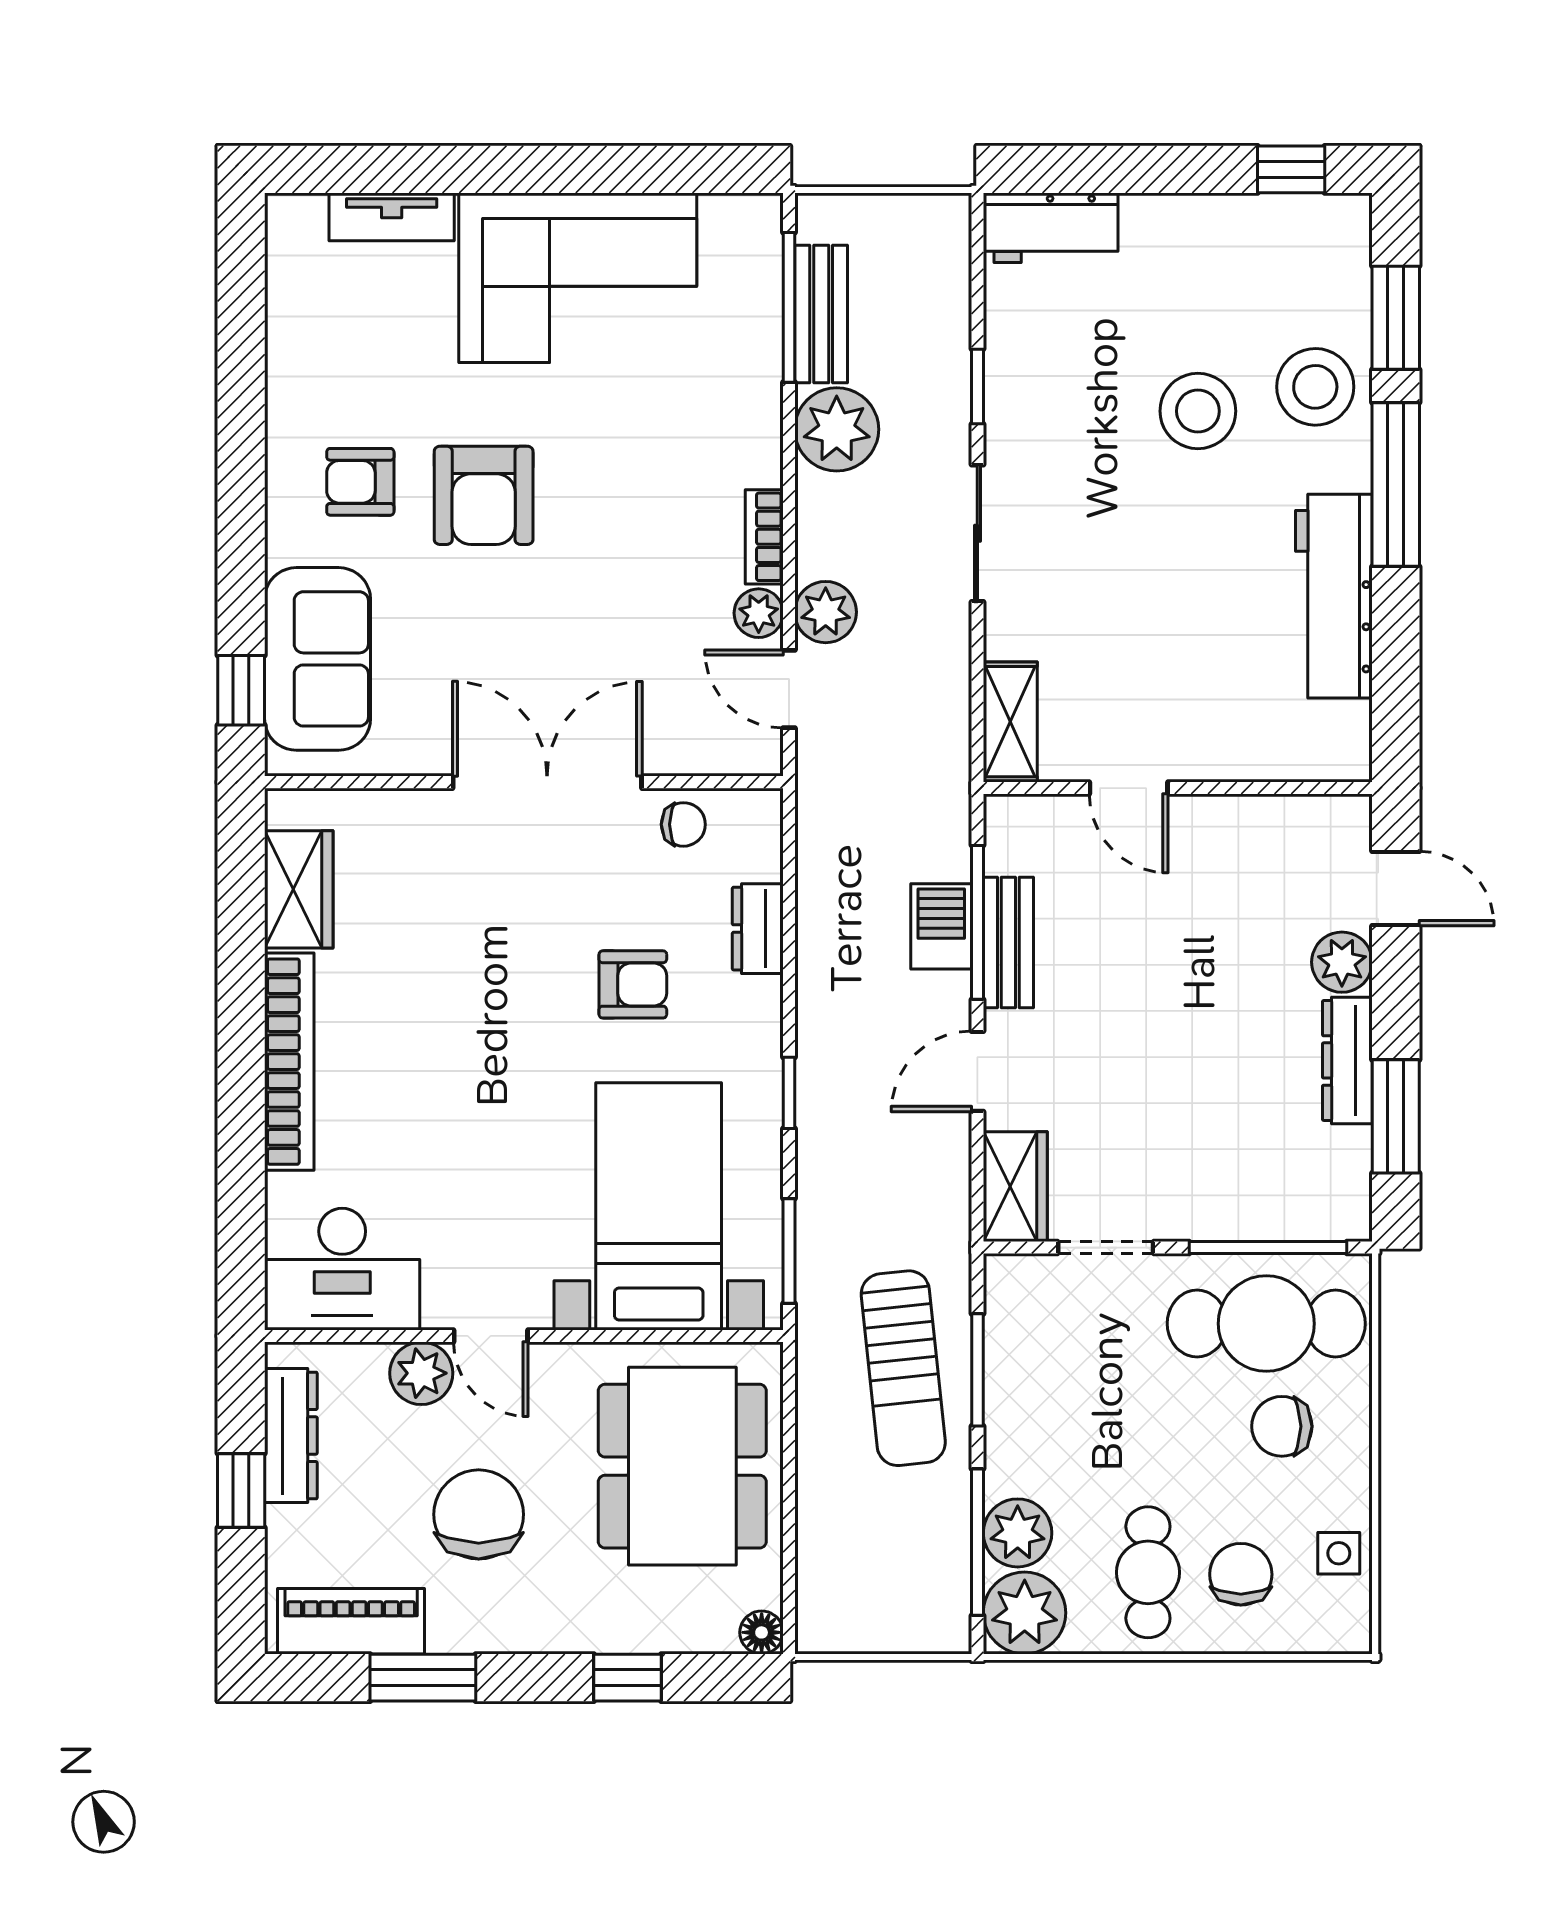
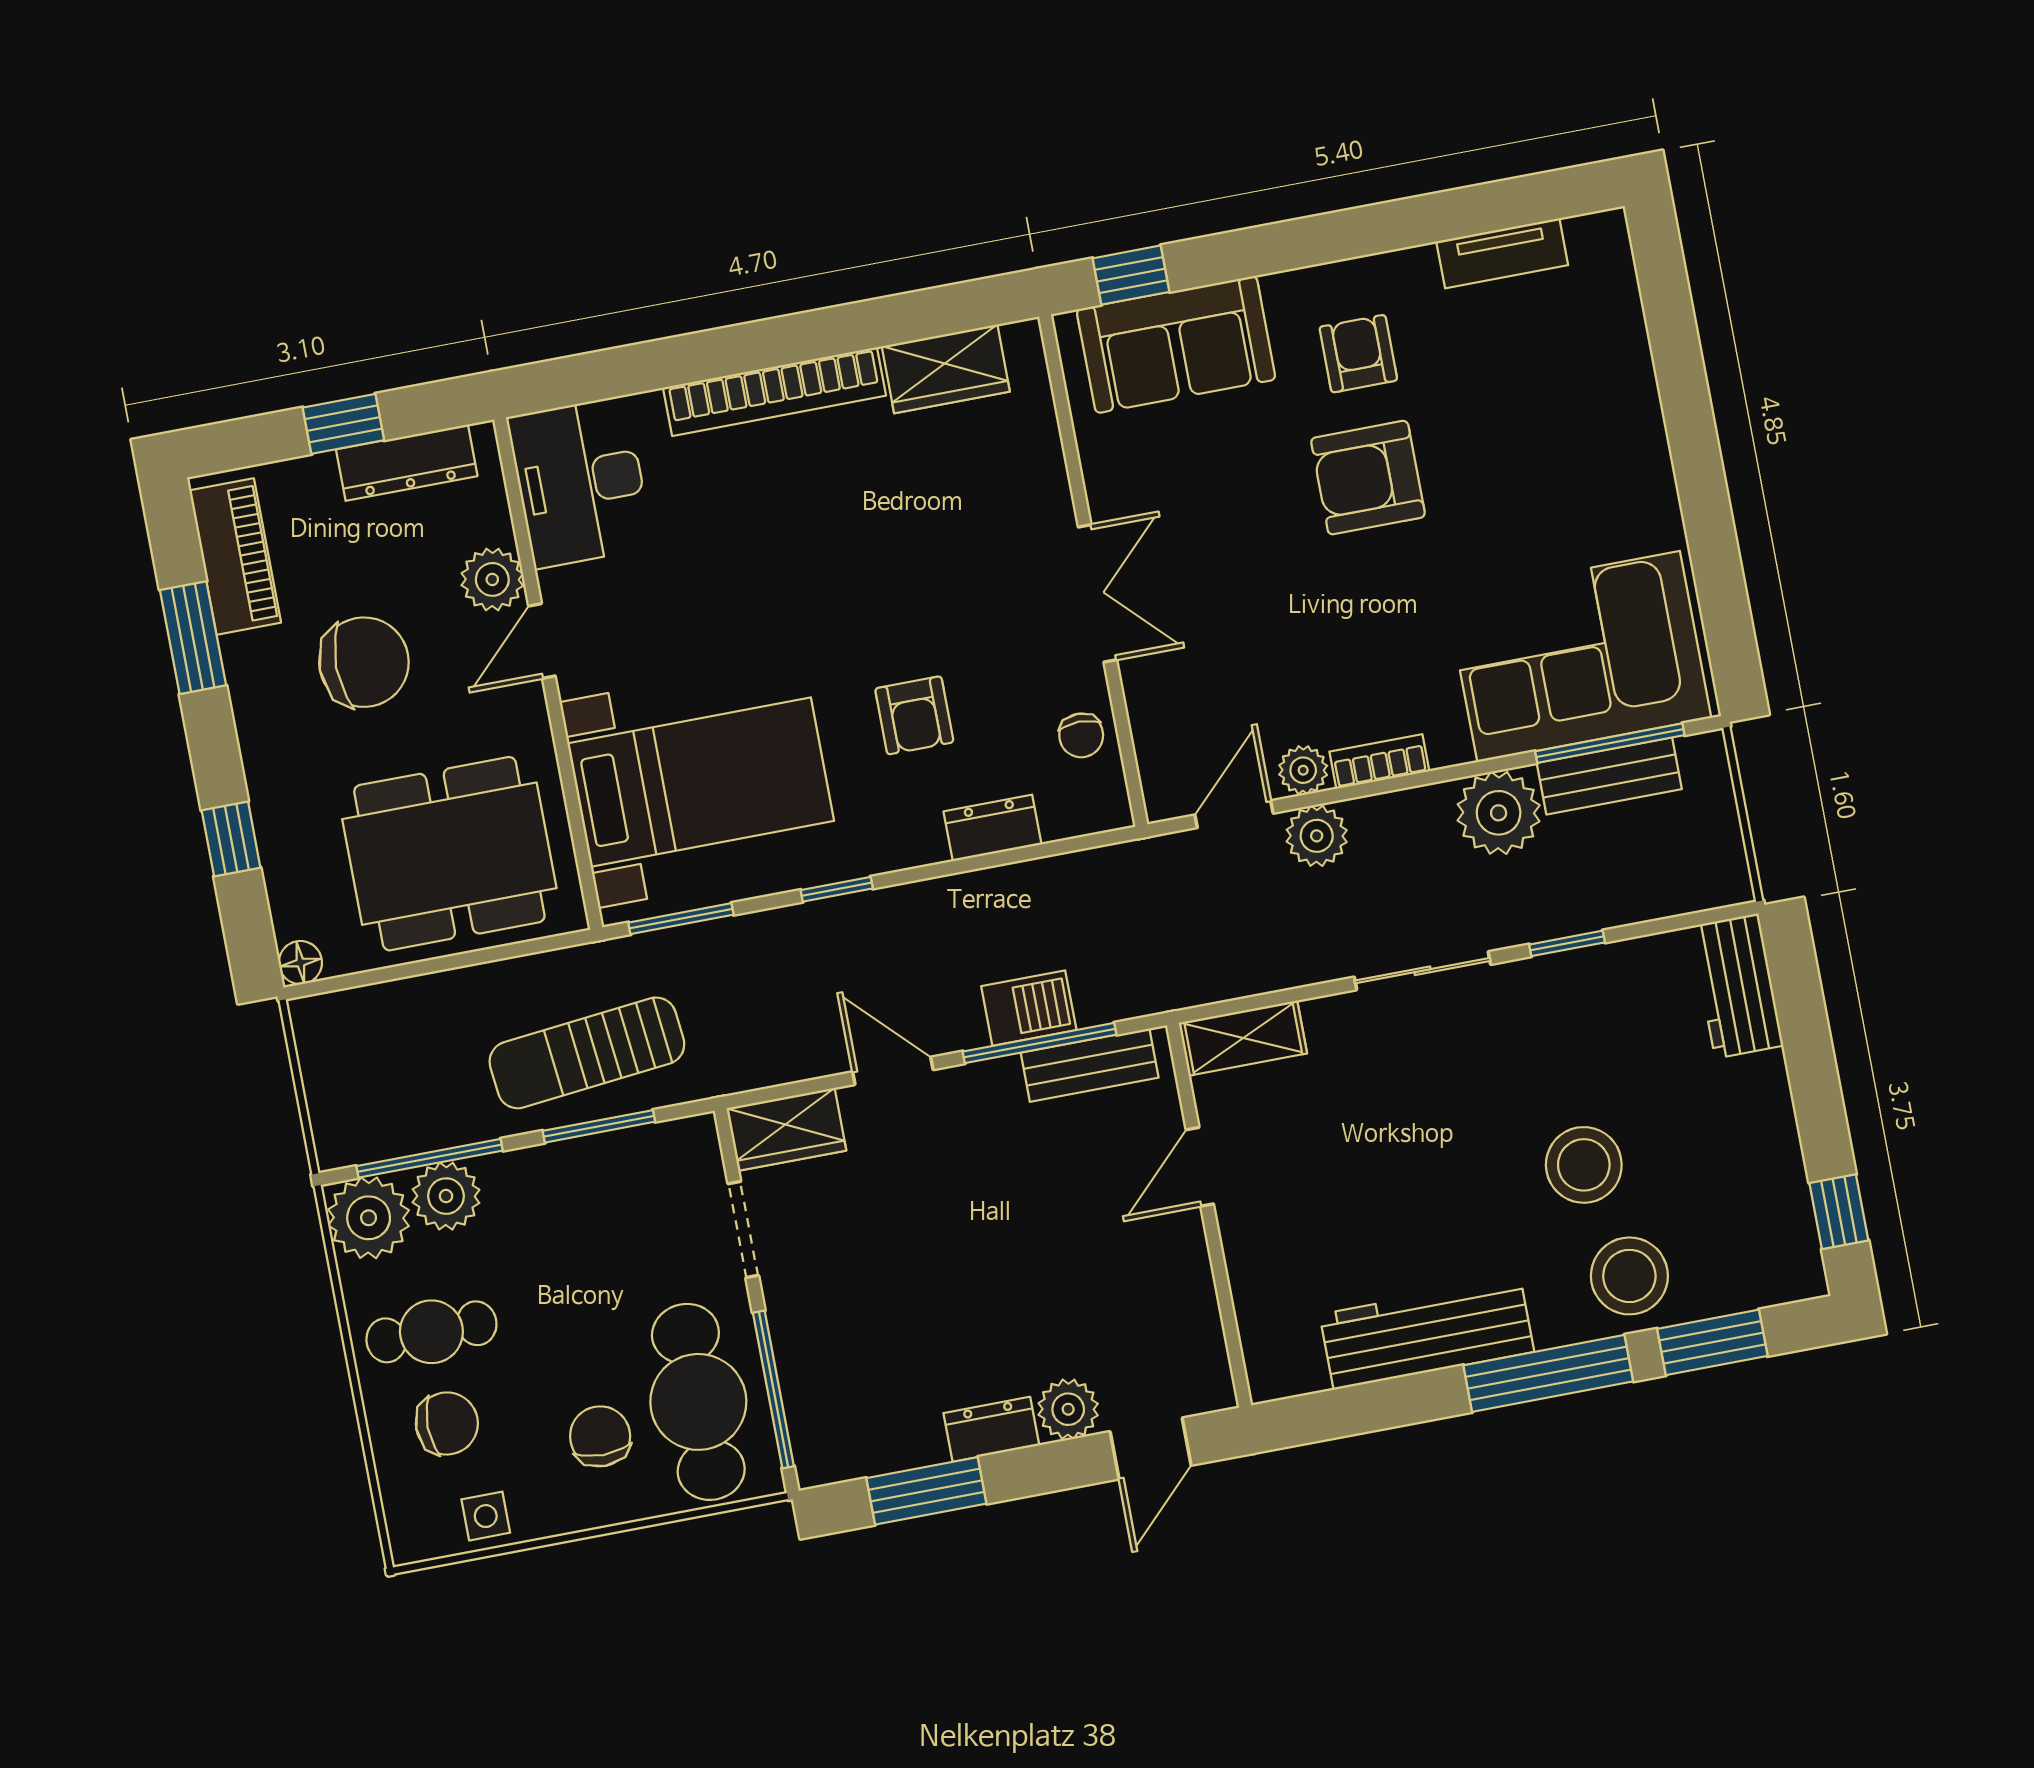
tv unit: (392, 217) -> (1502, 253), moved, turned -90
corner sofa: (578, 278) -> (1579, 657), moved, turned 90
double door: (547, 782) -> (1098, 593), width x0.73
bench: (1008, 943) -> (1090, 1065), moved
dresser: (1347, 1060) -> (991, 1429), width x0.70

